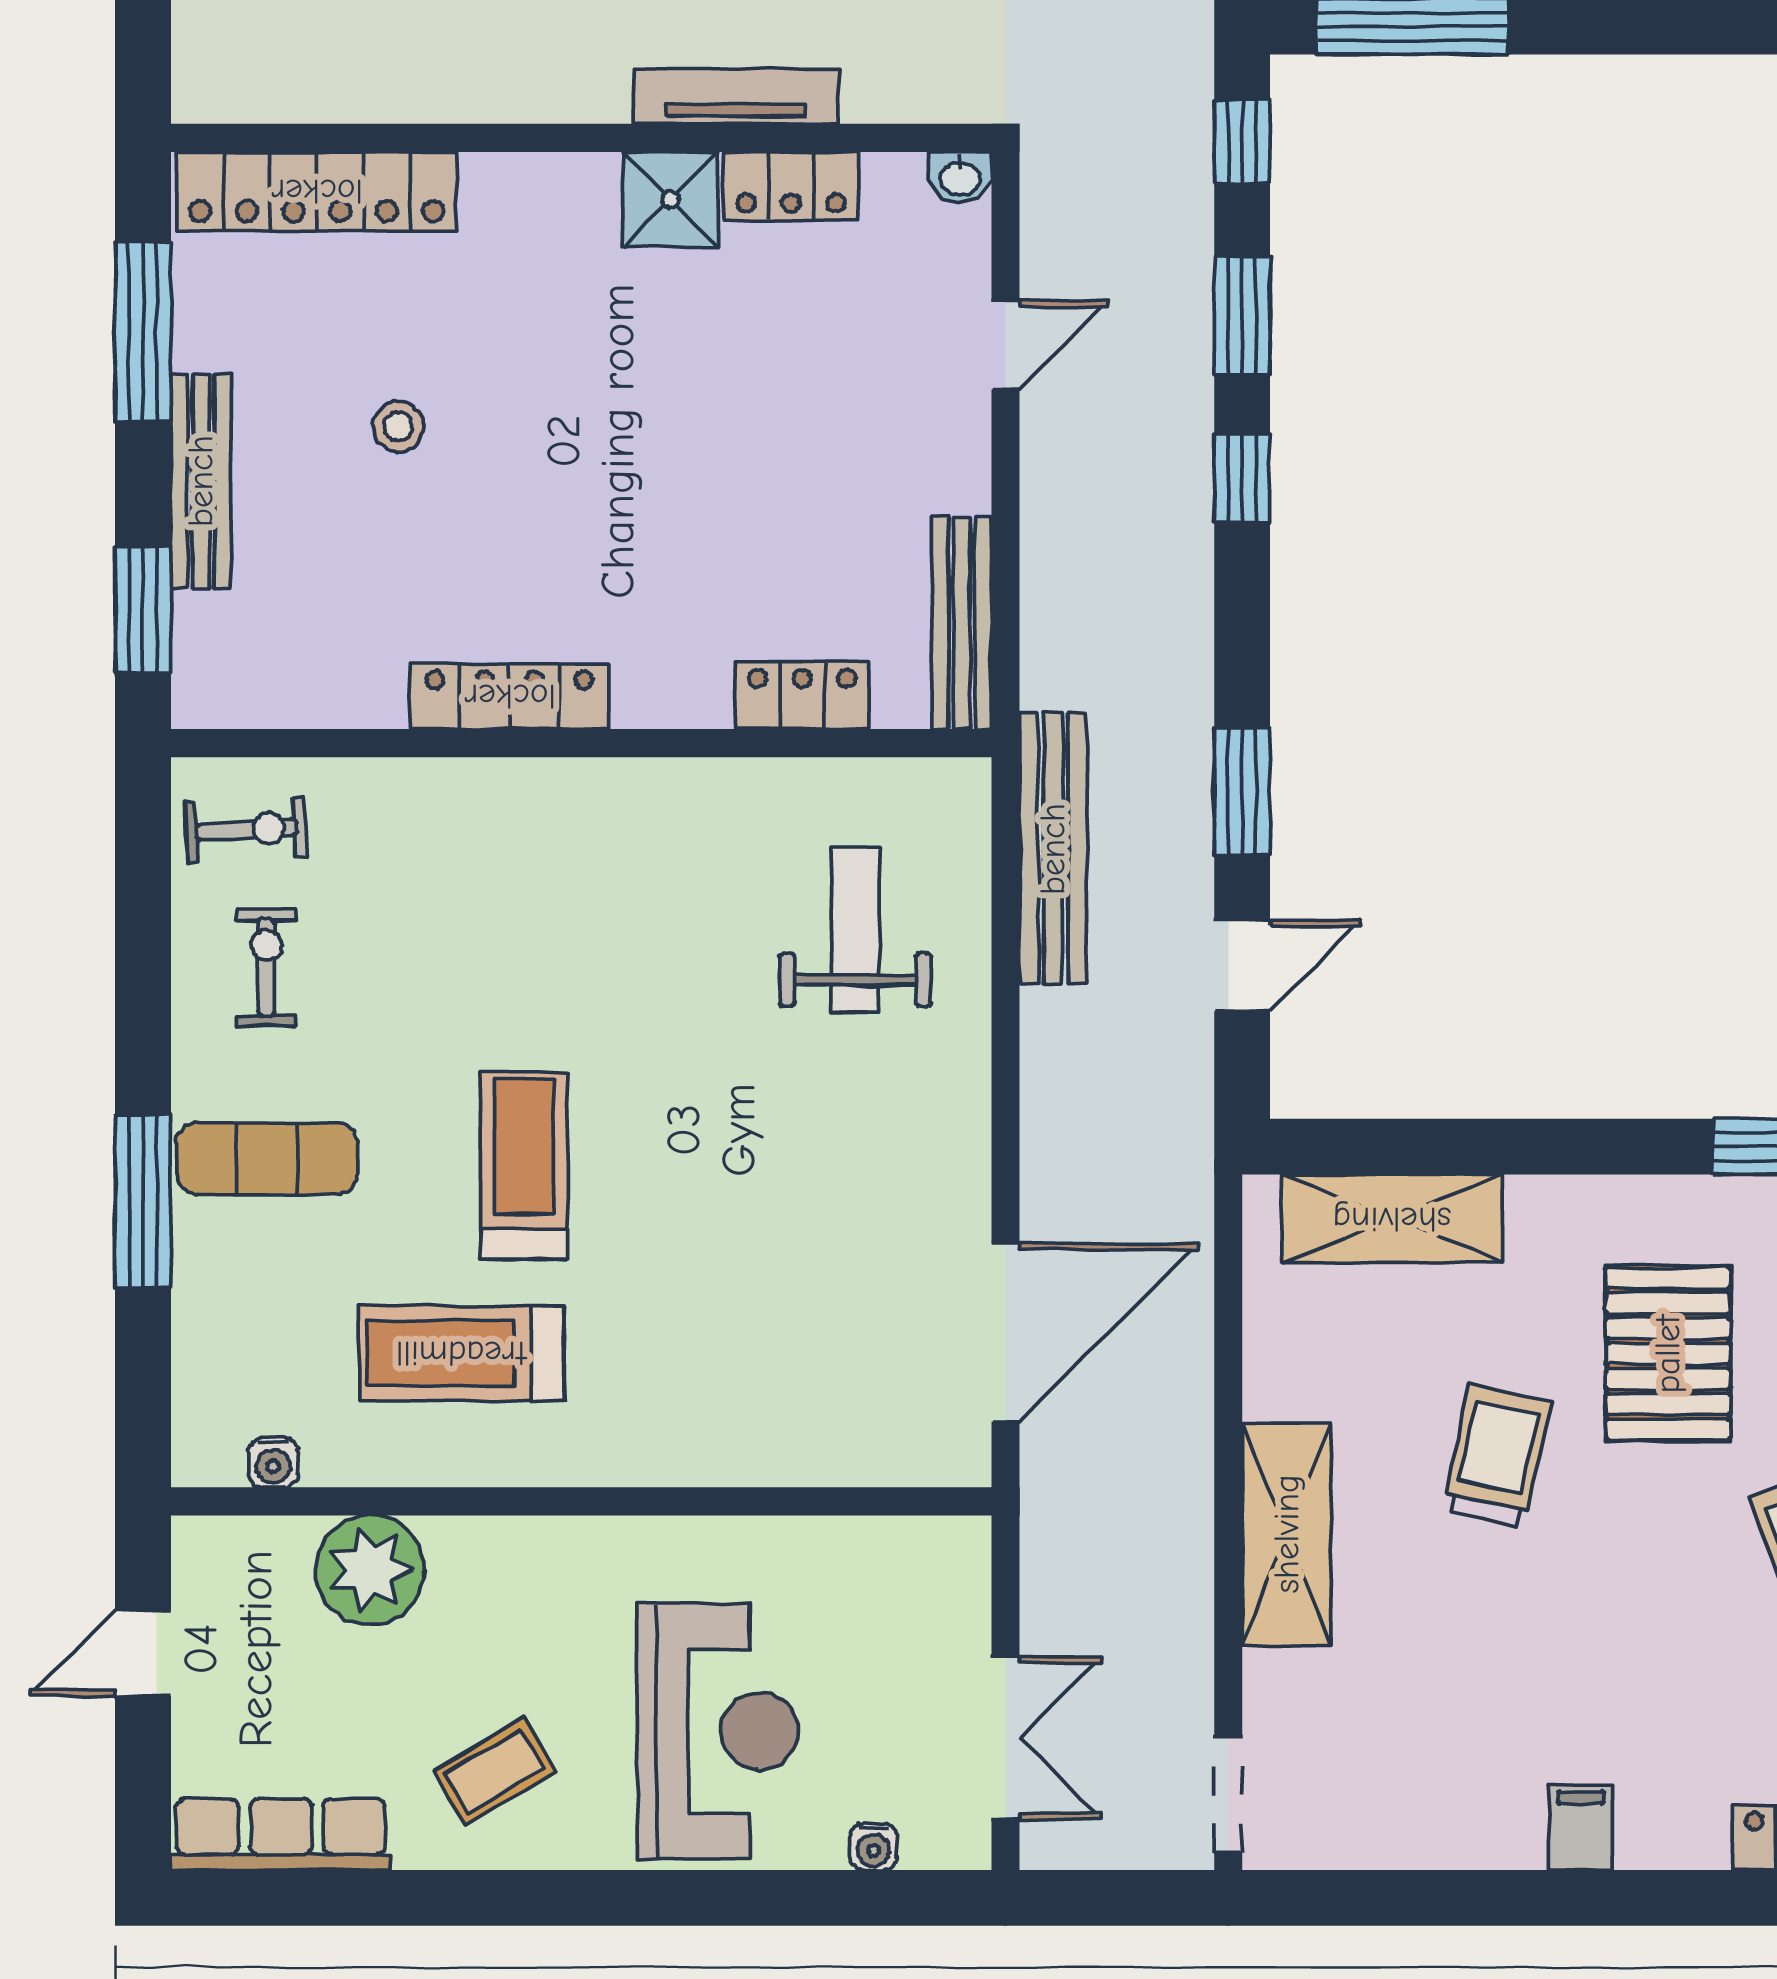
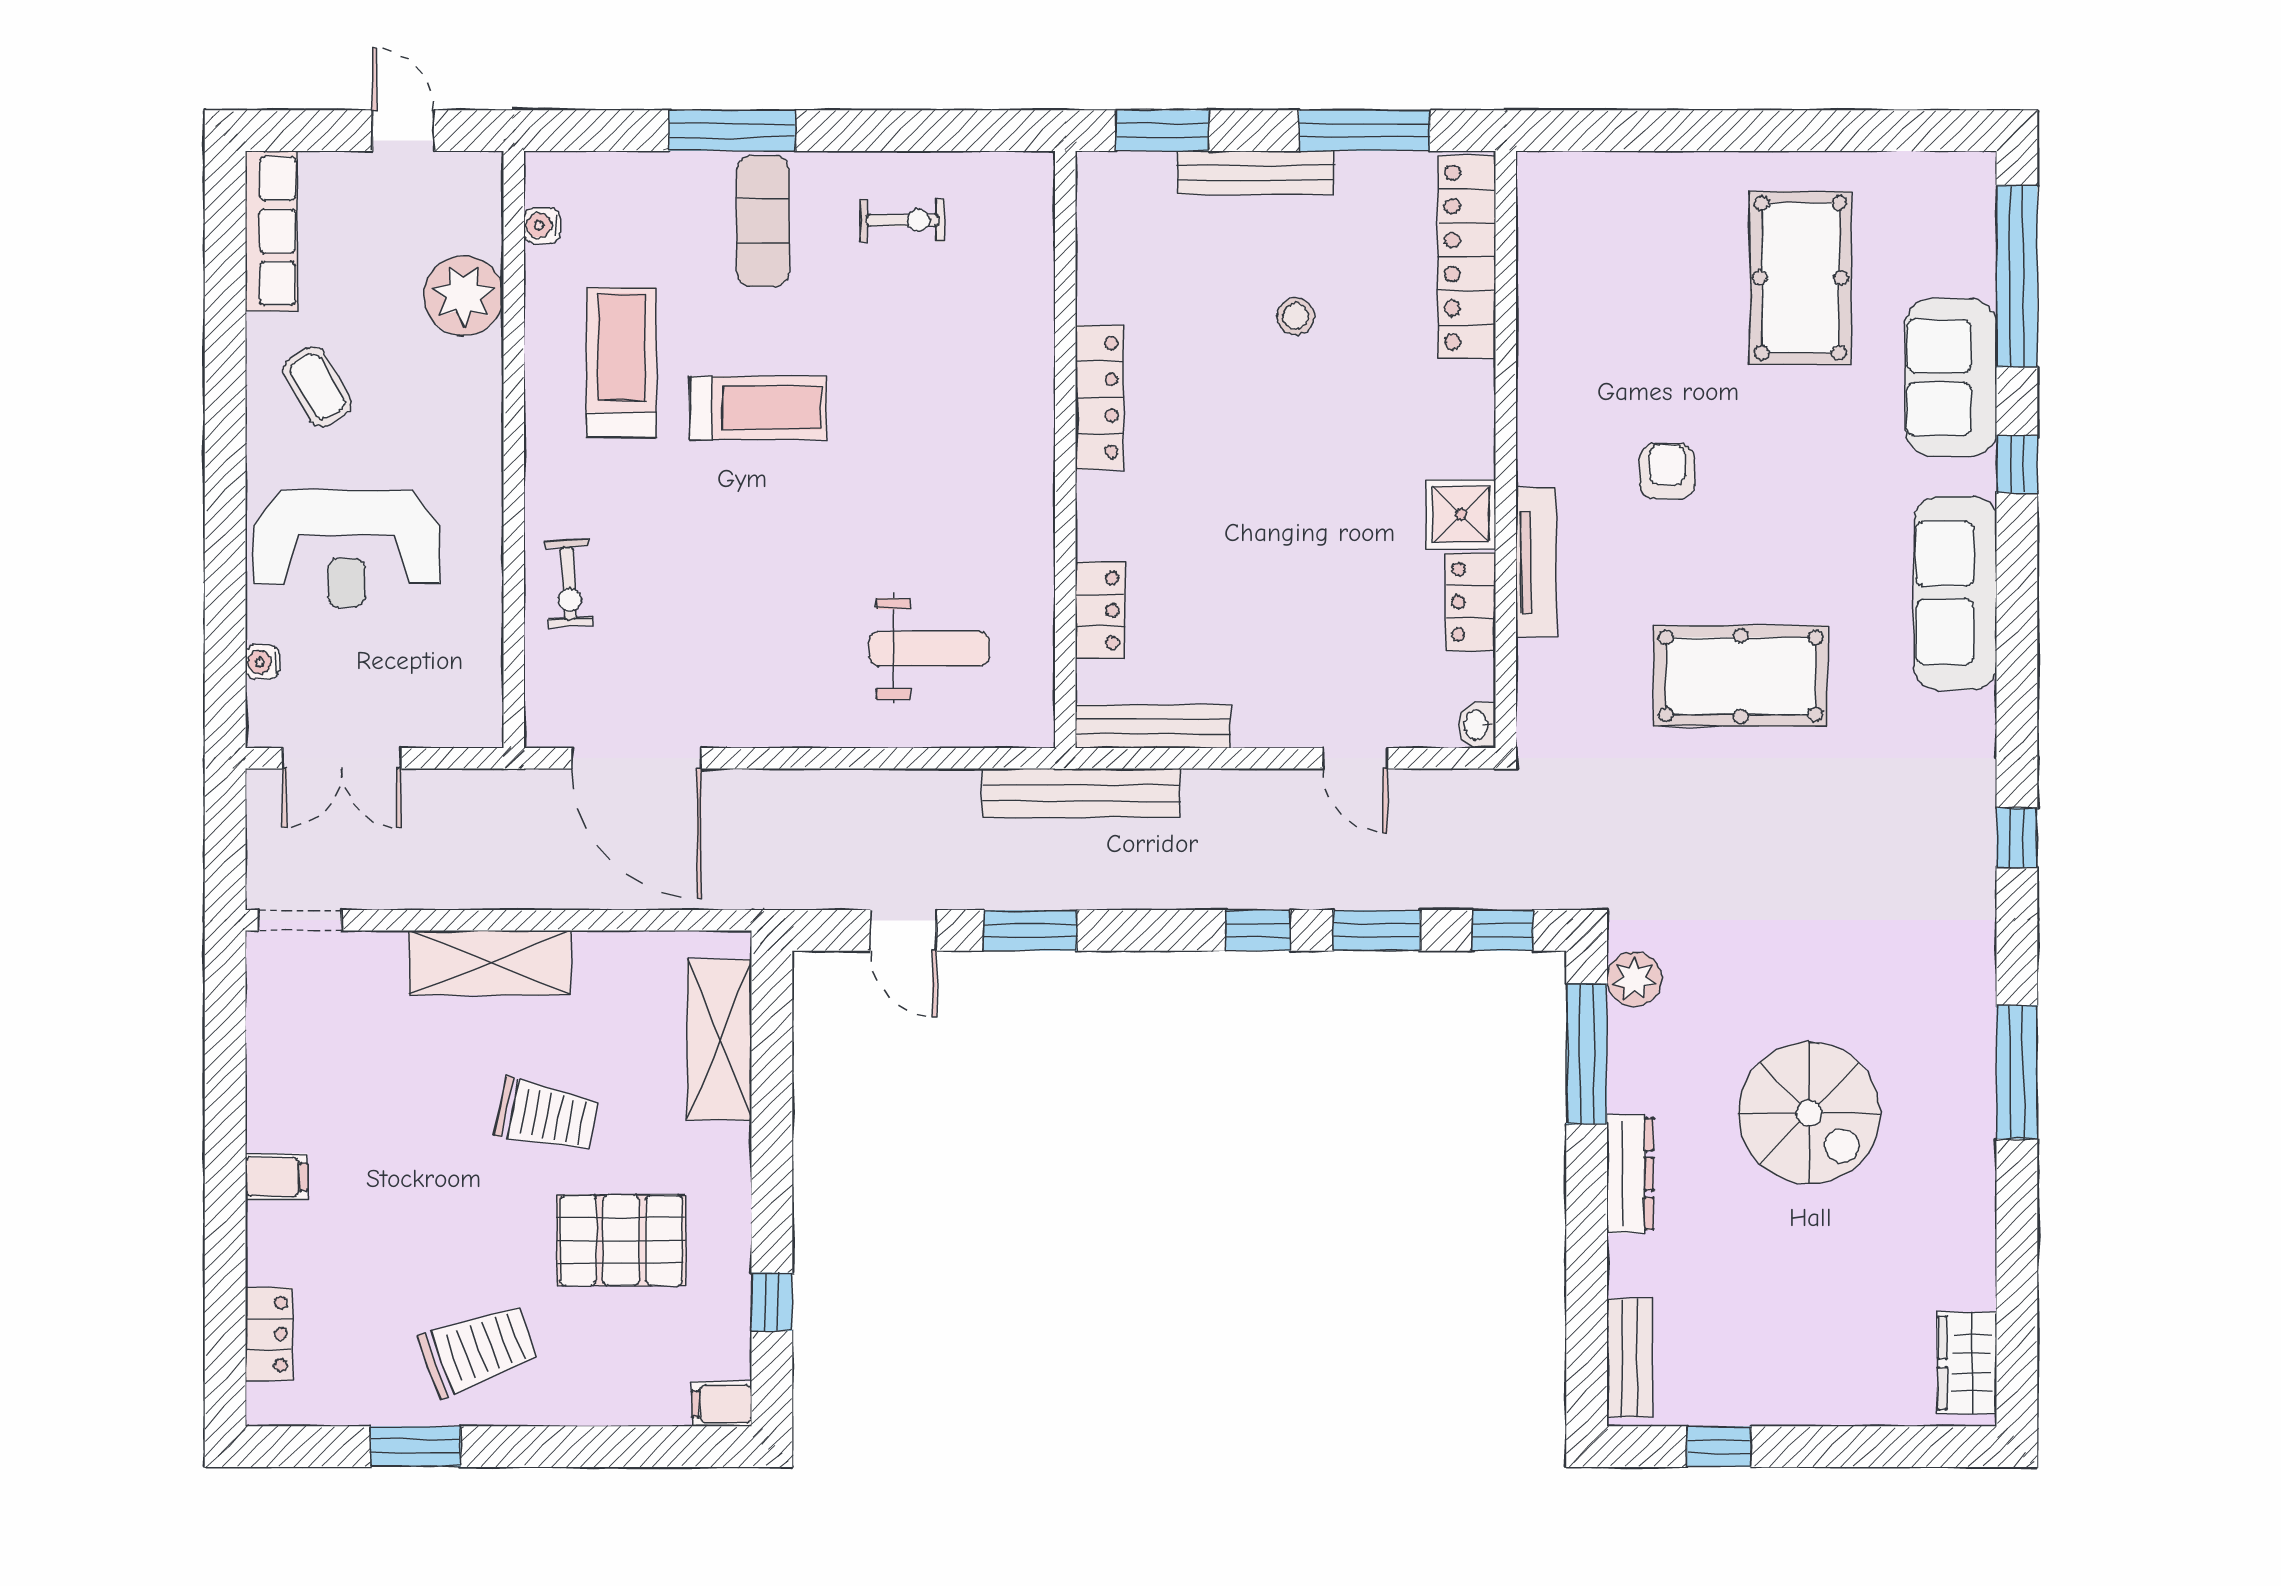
exercise bike: (246, 829) -> (569, 583), moved
bench: (1053, 849) -> (1081, 793), moved

